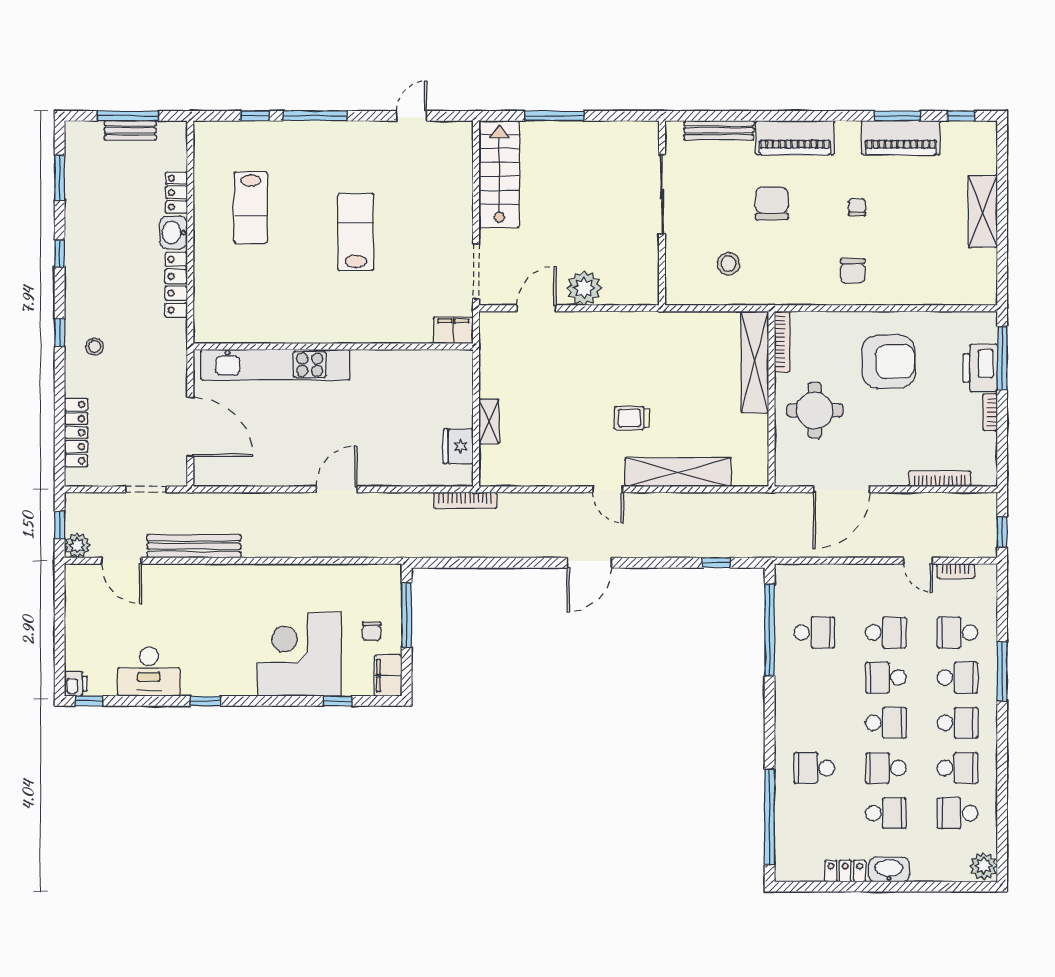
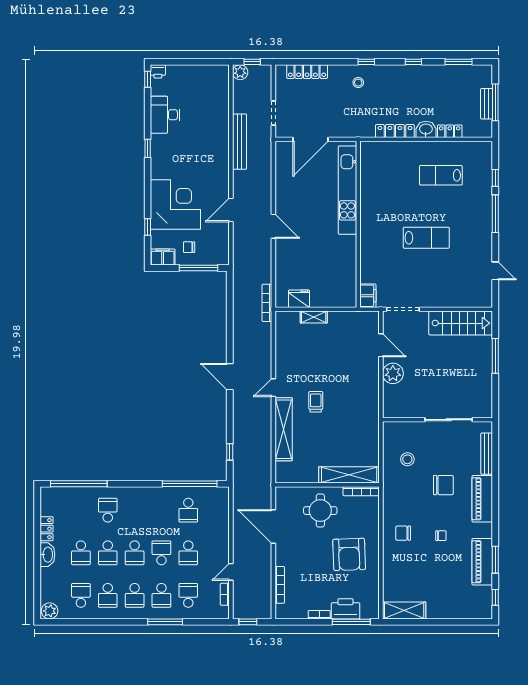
shelving: (983, 211) -> (404, 610), moved
door: (122, 561) -> (231, 210), moved
school desk: (886, 768) -> (108, 553), turned 180

